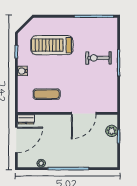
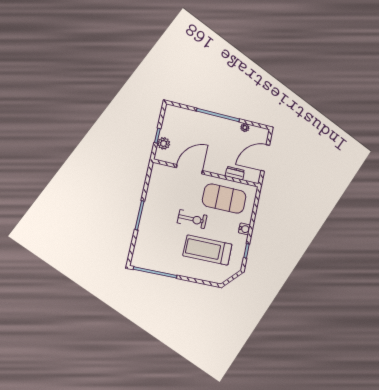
treadmill: (52, 45) -> (208, 250), turned 180
exercise bike: (98, 58) -> (192, 219), moved
exercise mat: (47, 94) -> (224, 199), width x2.00, depth x1.45
dresser: (26, 119) -> (235, 173), moved

